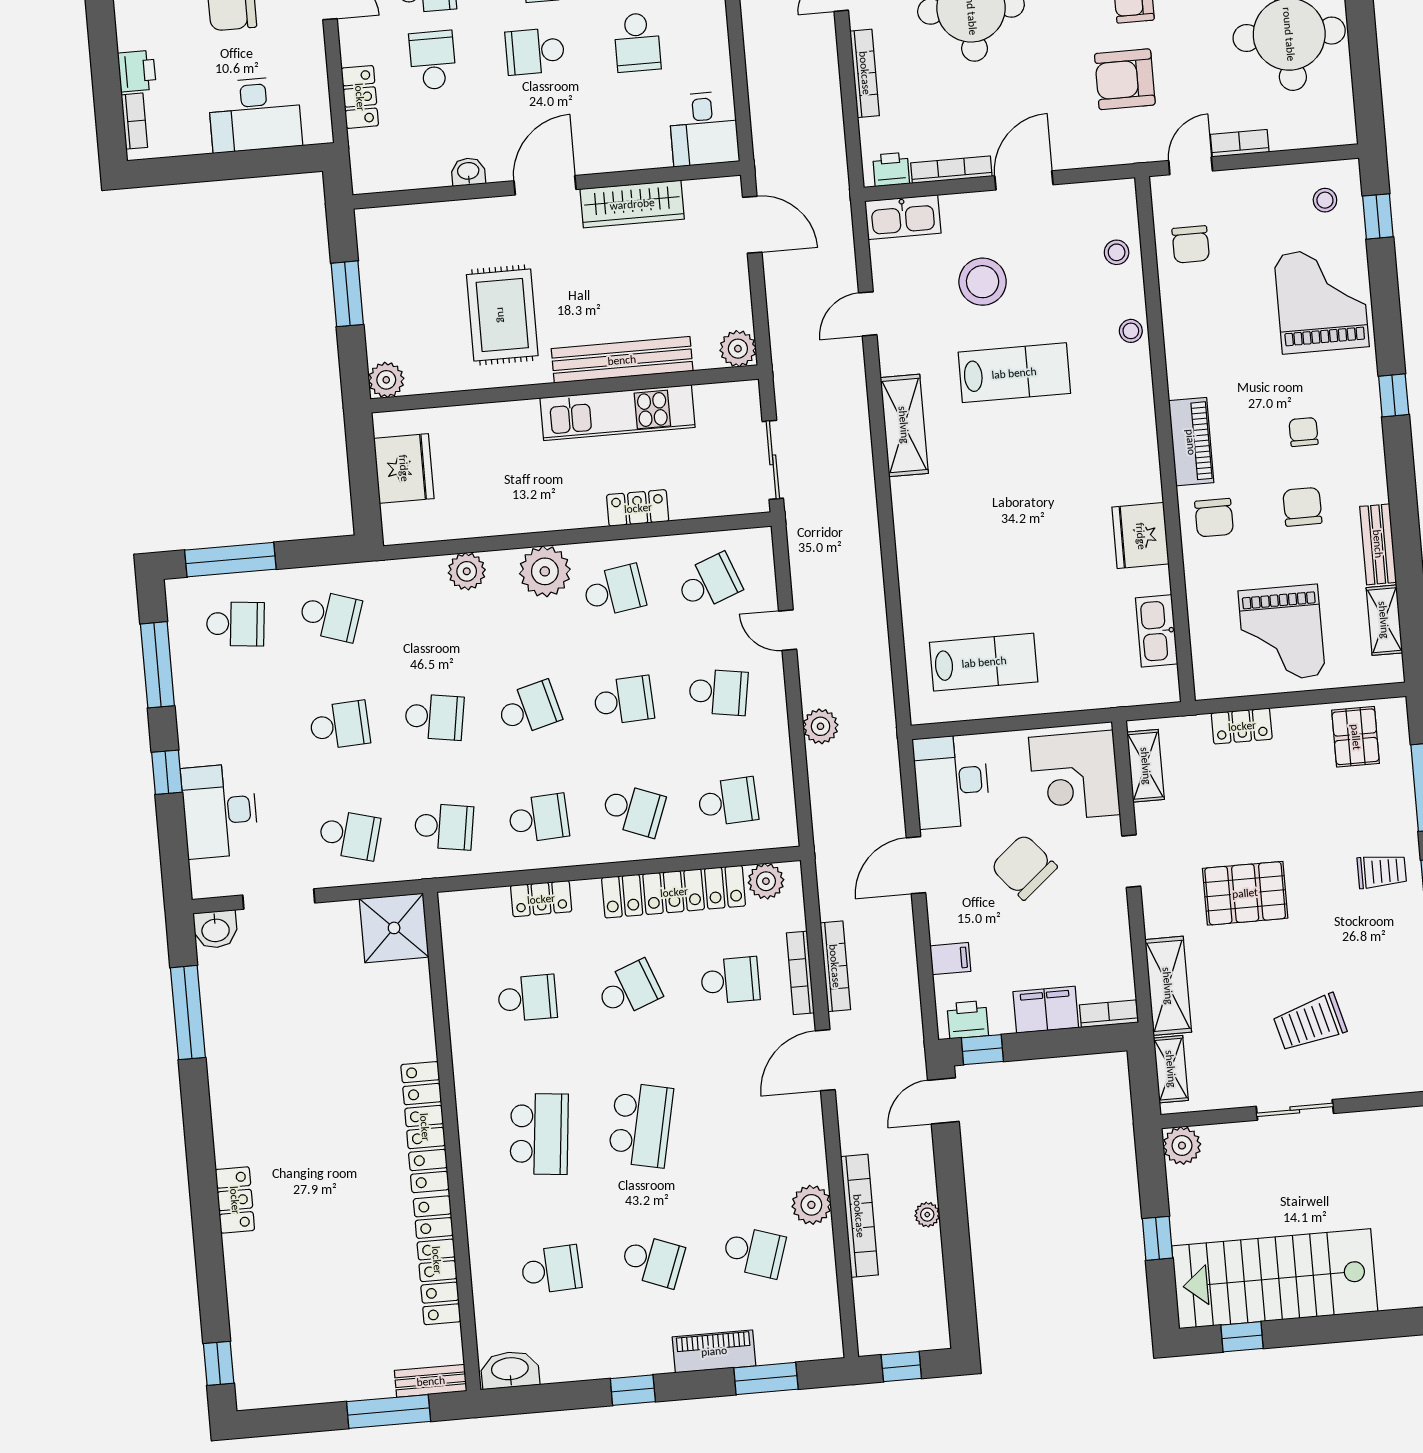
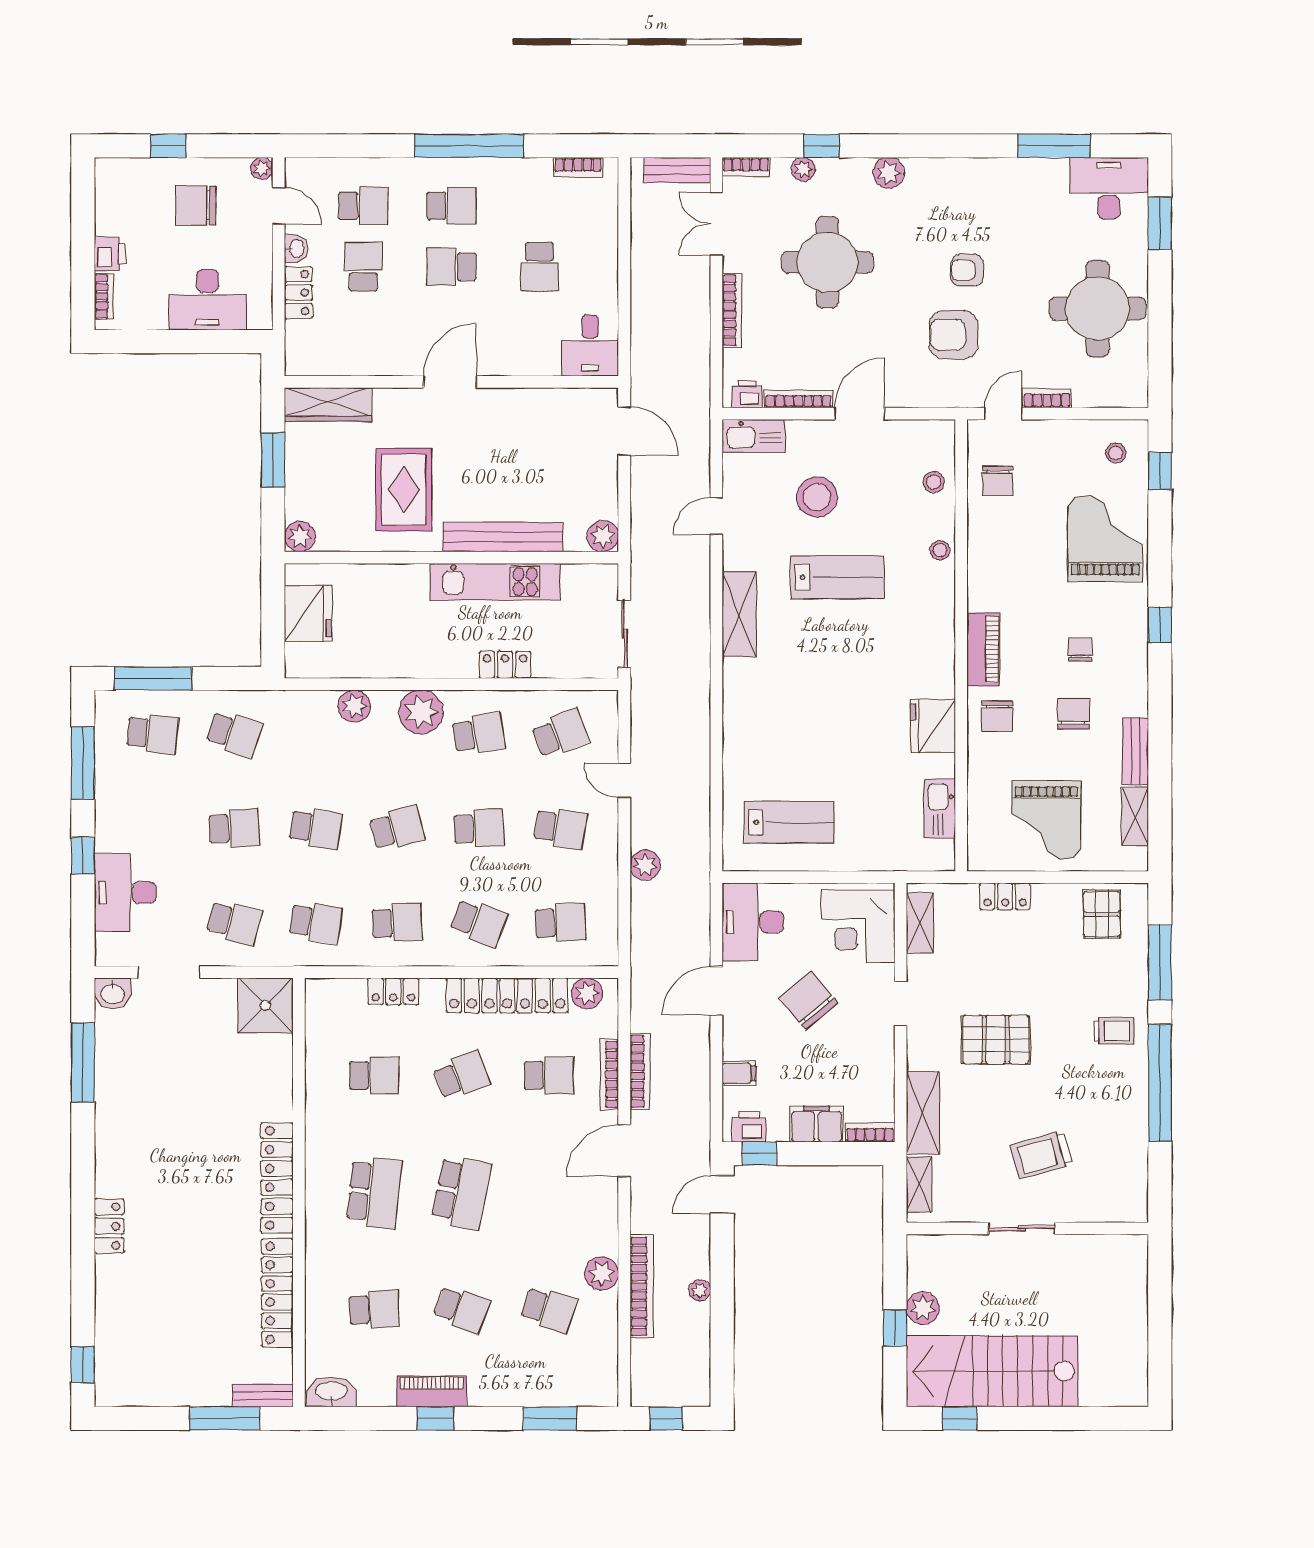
washbasin: (468, 172) -> (296, 249), moved, turned 90
wardrobe: (632, 204) -> (328, 404), moved
plant: (1182, 1146) -> (923, 1308), moved
piano: (714, 1351) -> (432, 1391), moved

